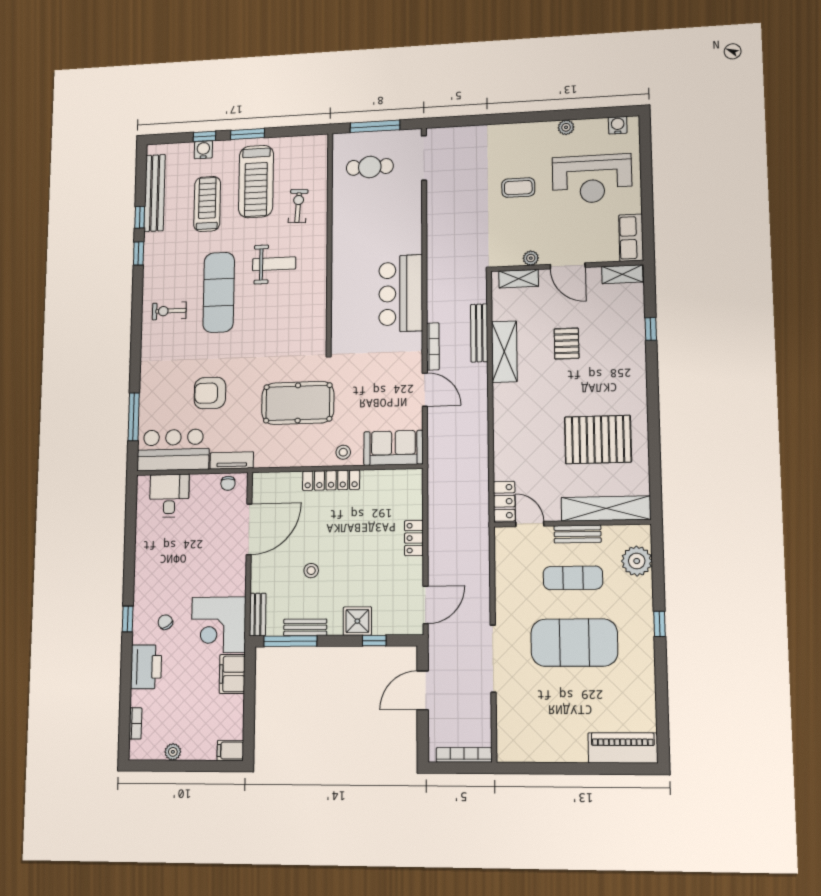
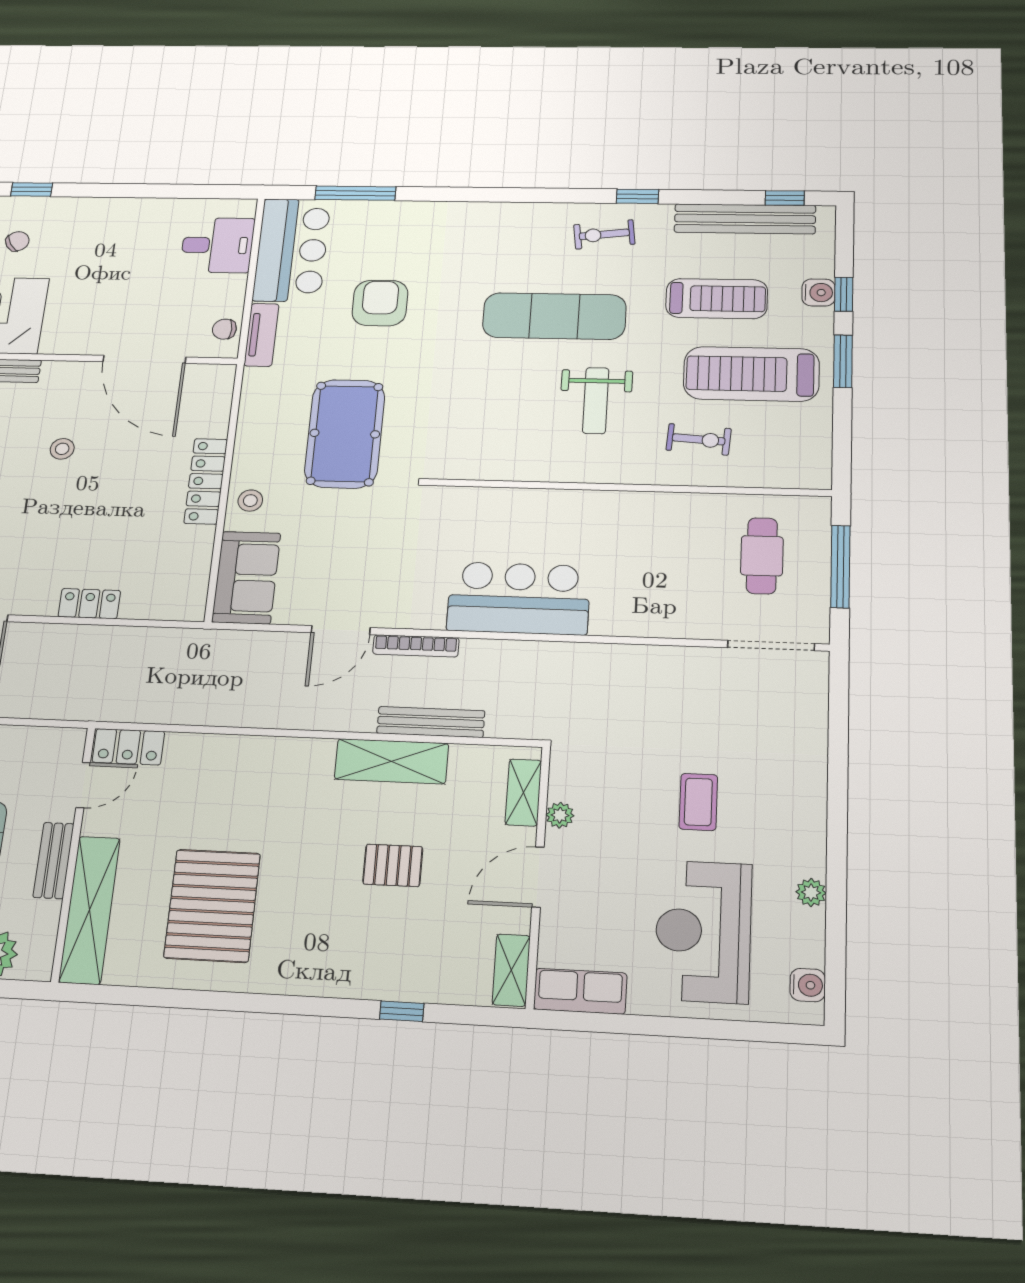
window: (140, 217) -> (785, 198), moved
exercise bike: (169, 311) -> (604, 234), moved, turned -97

